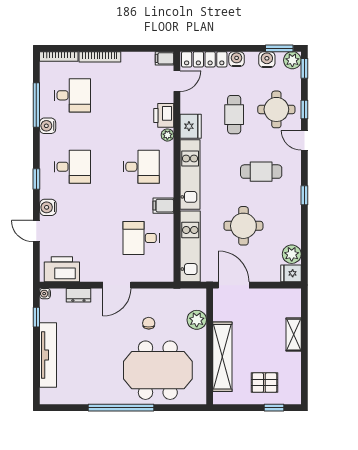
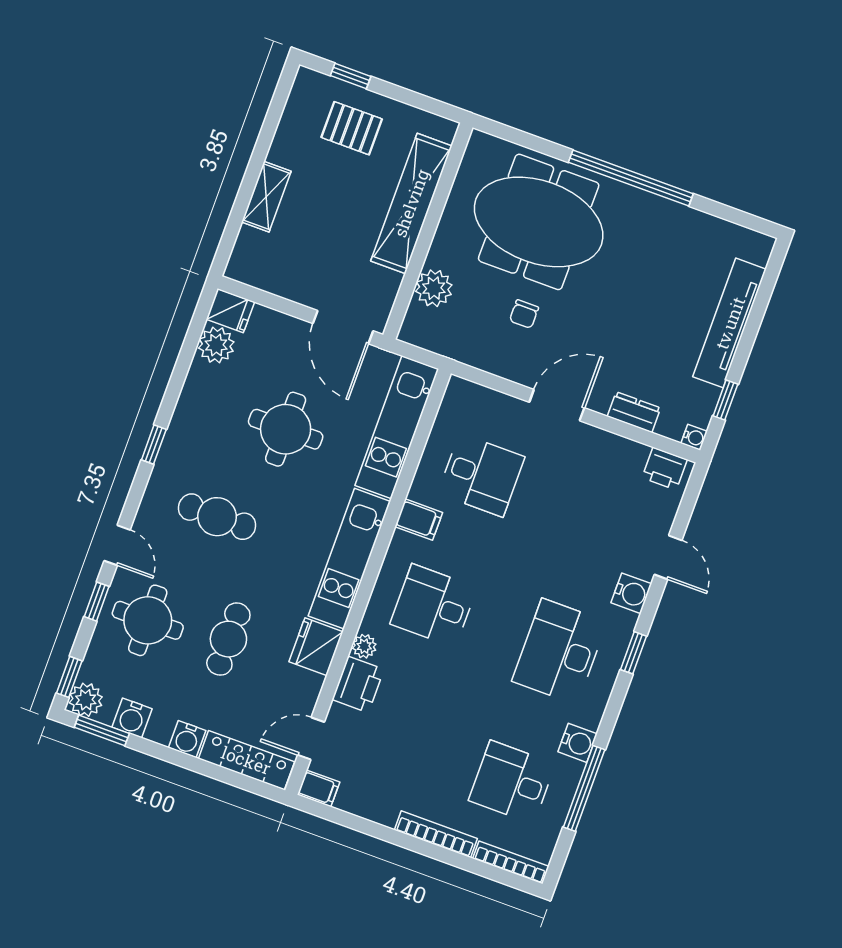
desk: (72, 167) -> (560, 652), width x1.37
printer: (62, 269) -> (665, 469), width x0.53, depth x0.68

